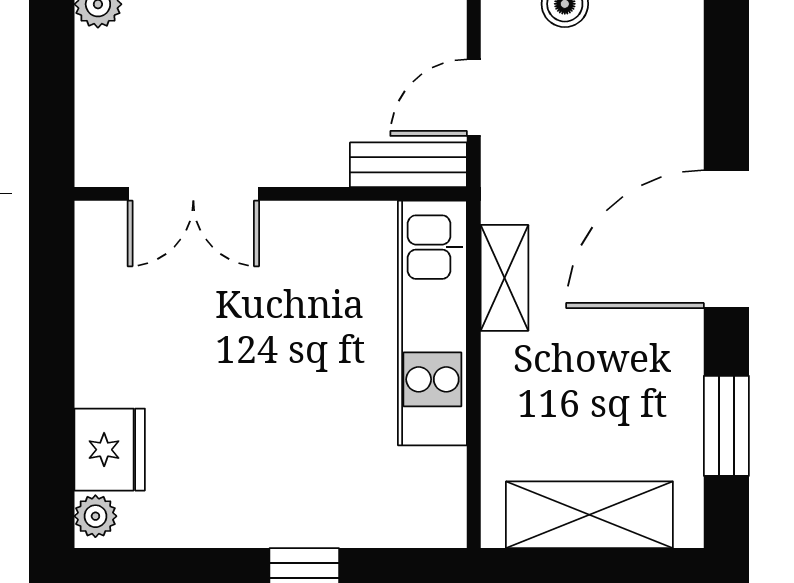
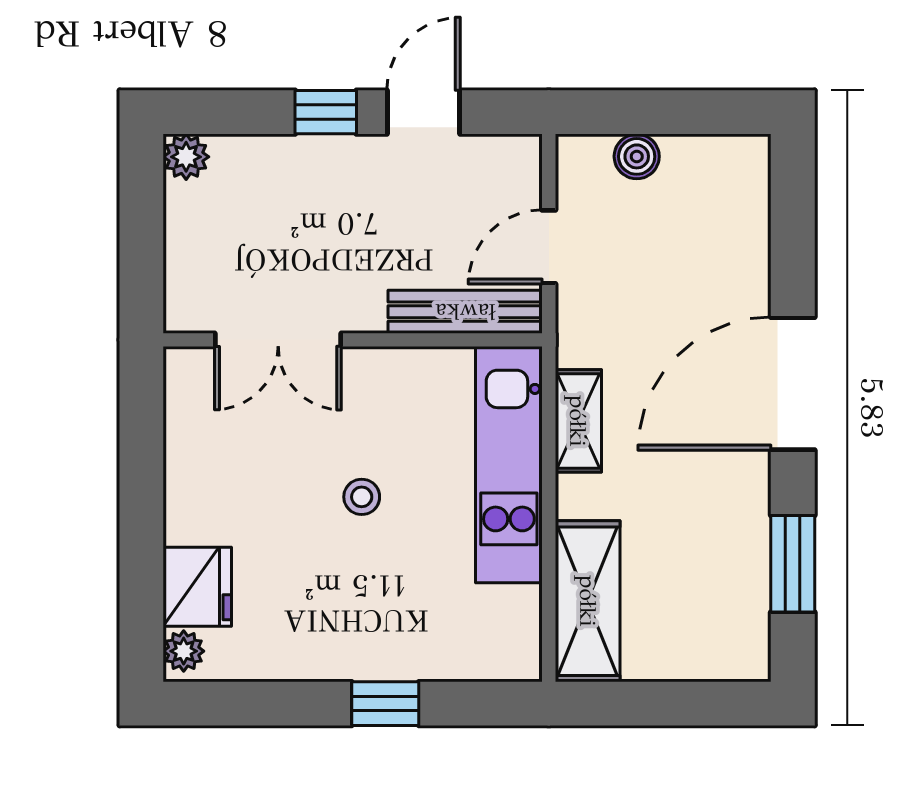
bench: (408, 165) -> (465, 312), width x1.36
stool: (280, 356) -> (362, 497), added
shelving: (589, 515) -> (588, 601), moved, turned 90

